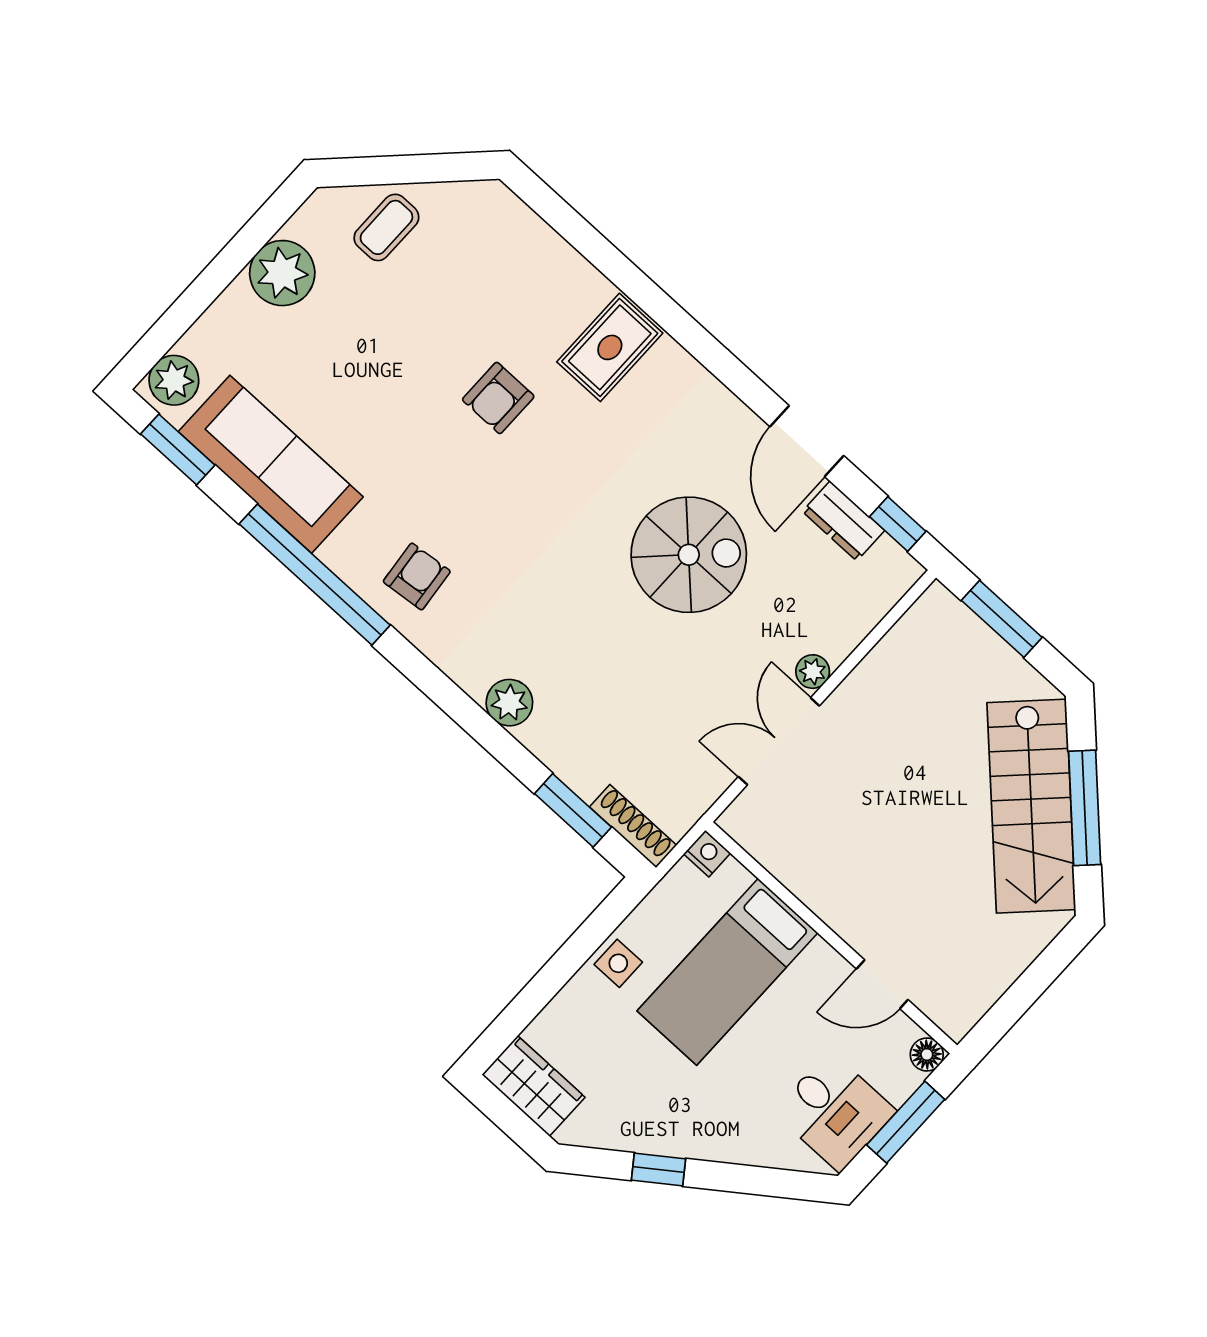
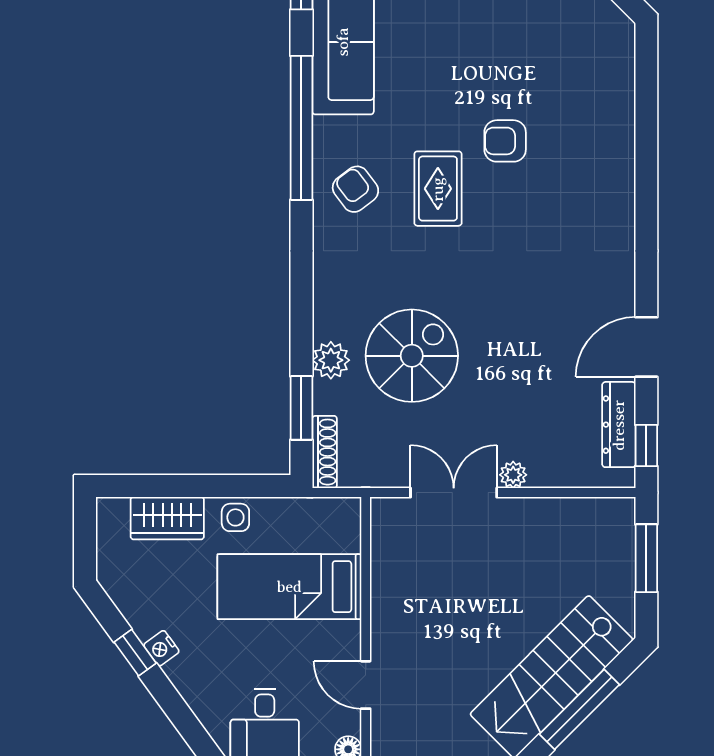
rug: (610, 347) -> (438, 189), moved, turned 90
dresser: (843, 521) -> (619, 425), width x1.44
spiral stairs: (689, 555) -> (412, 356), moved, turned -90
armchair: (417, 576) -> (355, 189), turned -121
plant: (509, 703) -> (331, 360), moved
nightstand: (707, 854) -> (161, 648), moved, turned 144
wardrobe: (534, 1086) -> (167, 518), moved, turned 90

